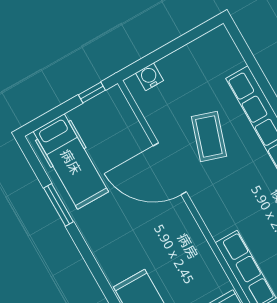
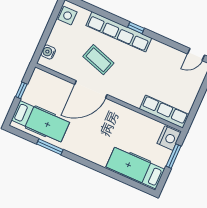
side table: (211, 47) -> (68, 16), added
window: (92, 92) -> (21, 90), moved

